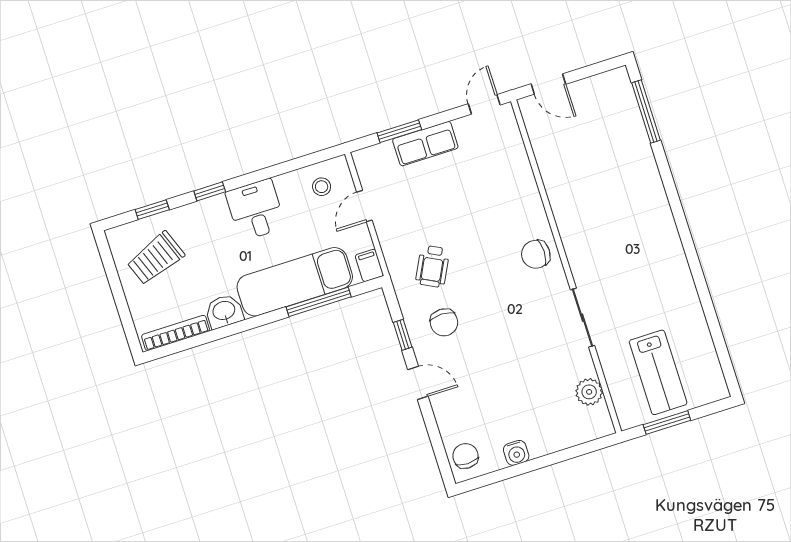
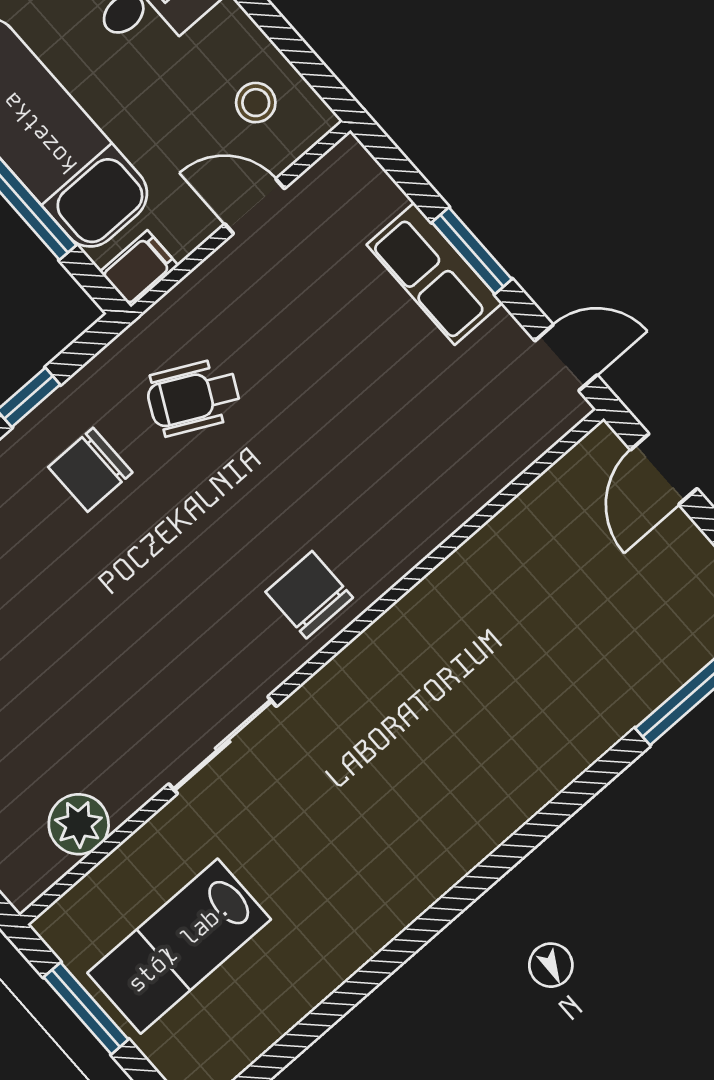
window: (399, 131) -> (472, 251), moved

